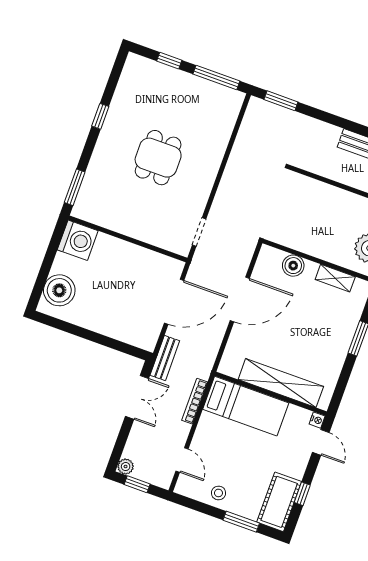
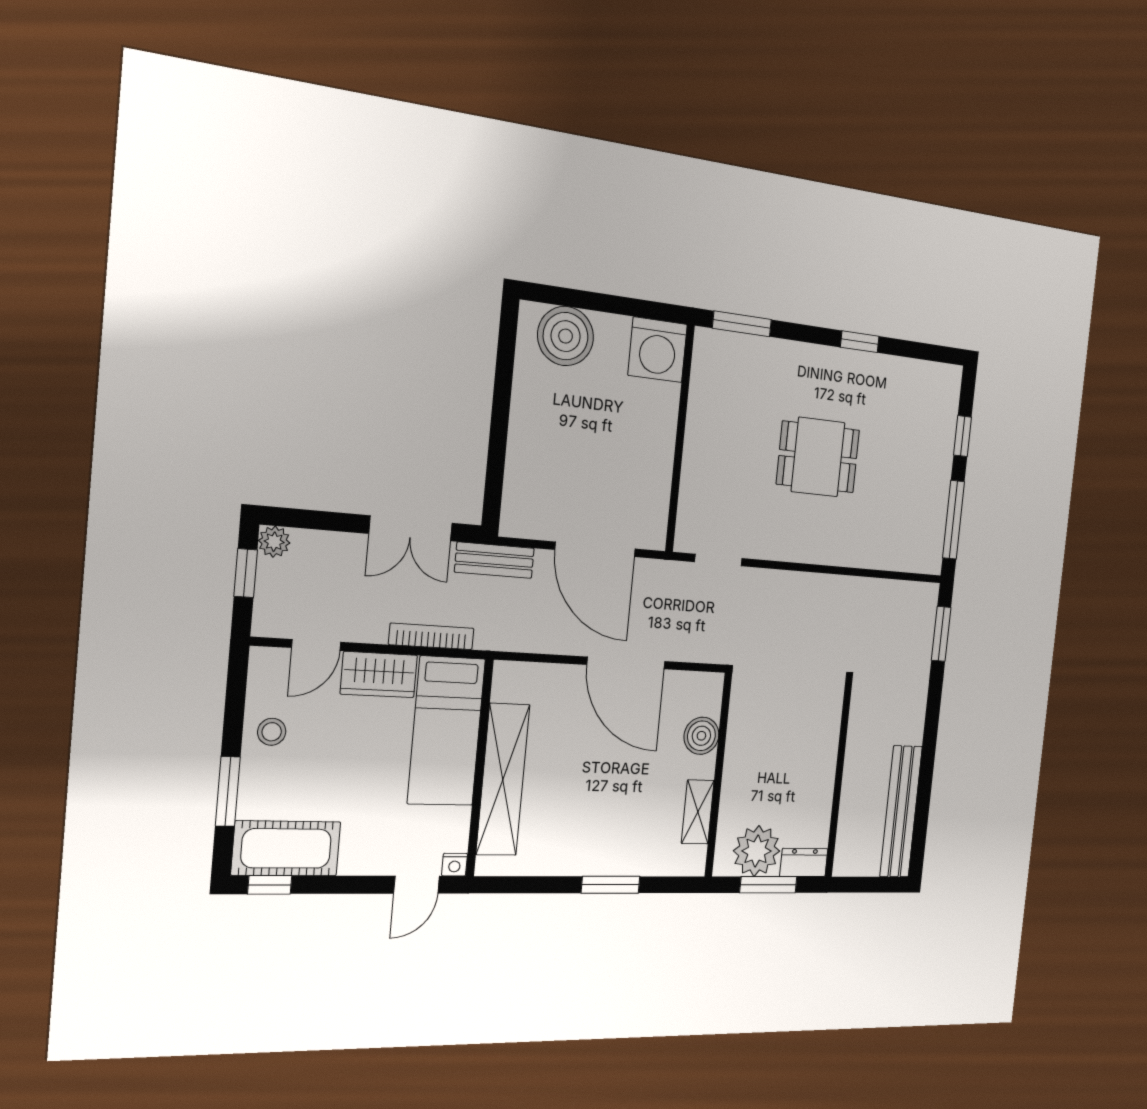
wardrobe: (206, 433) -> (379, 675), added
window: (302, 494) -> (270, 885), moved

